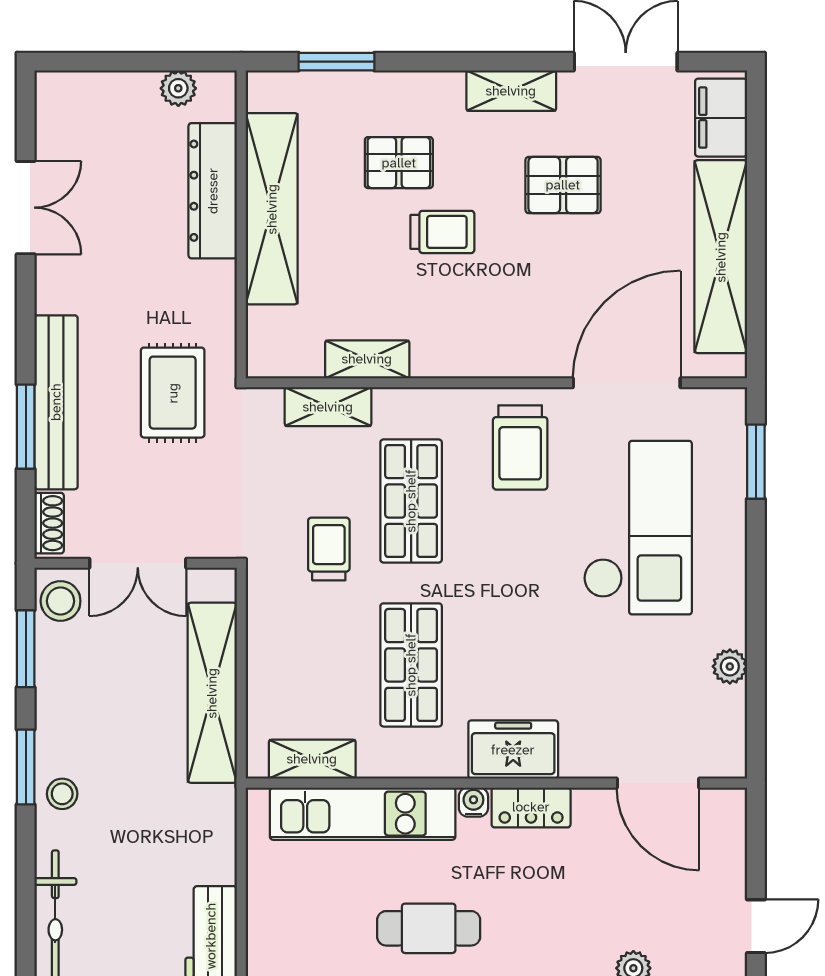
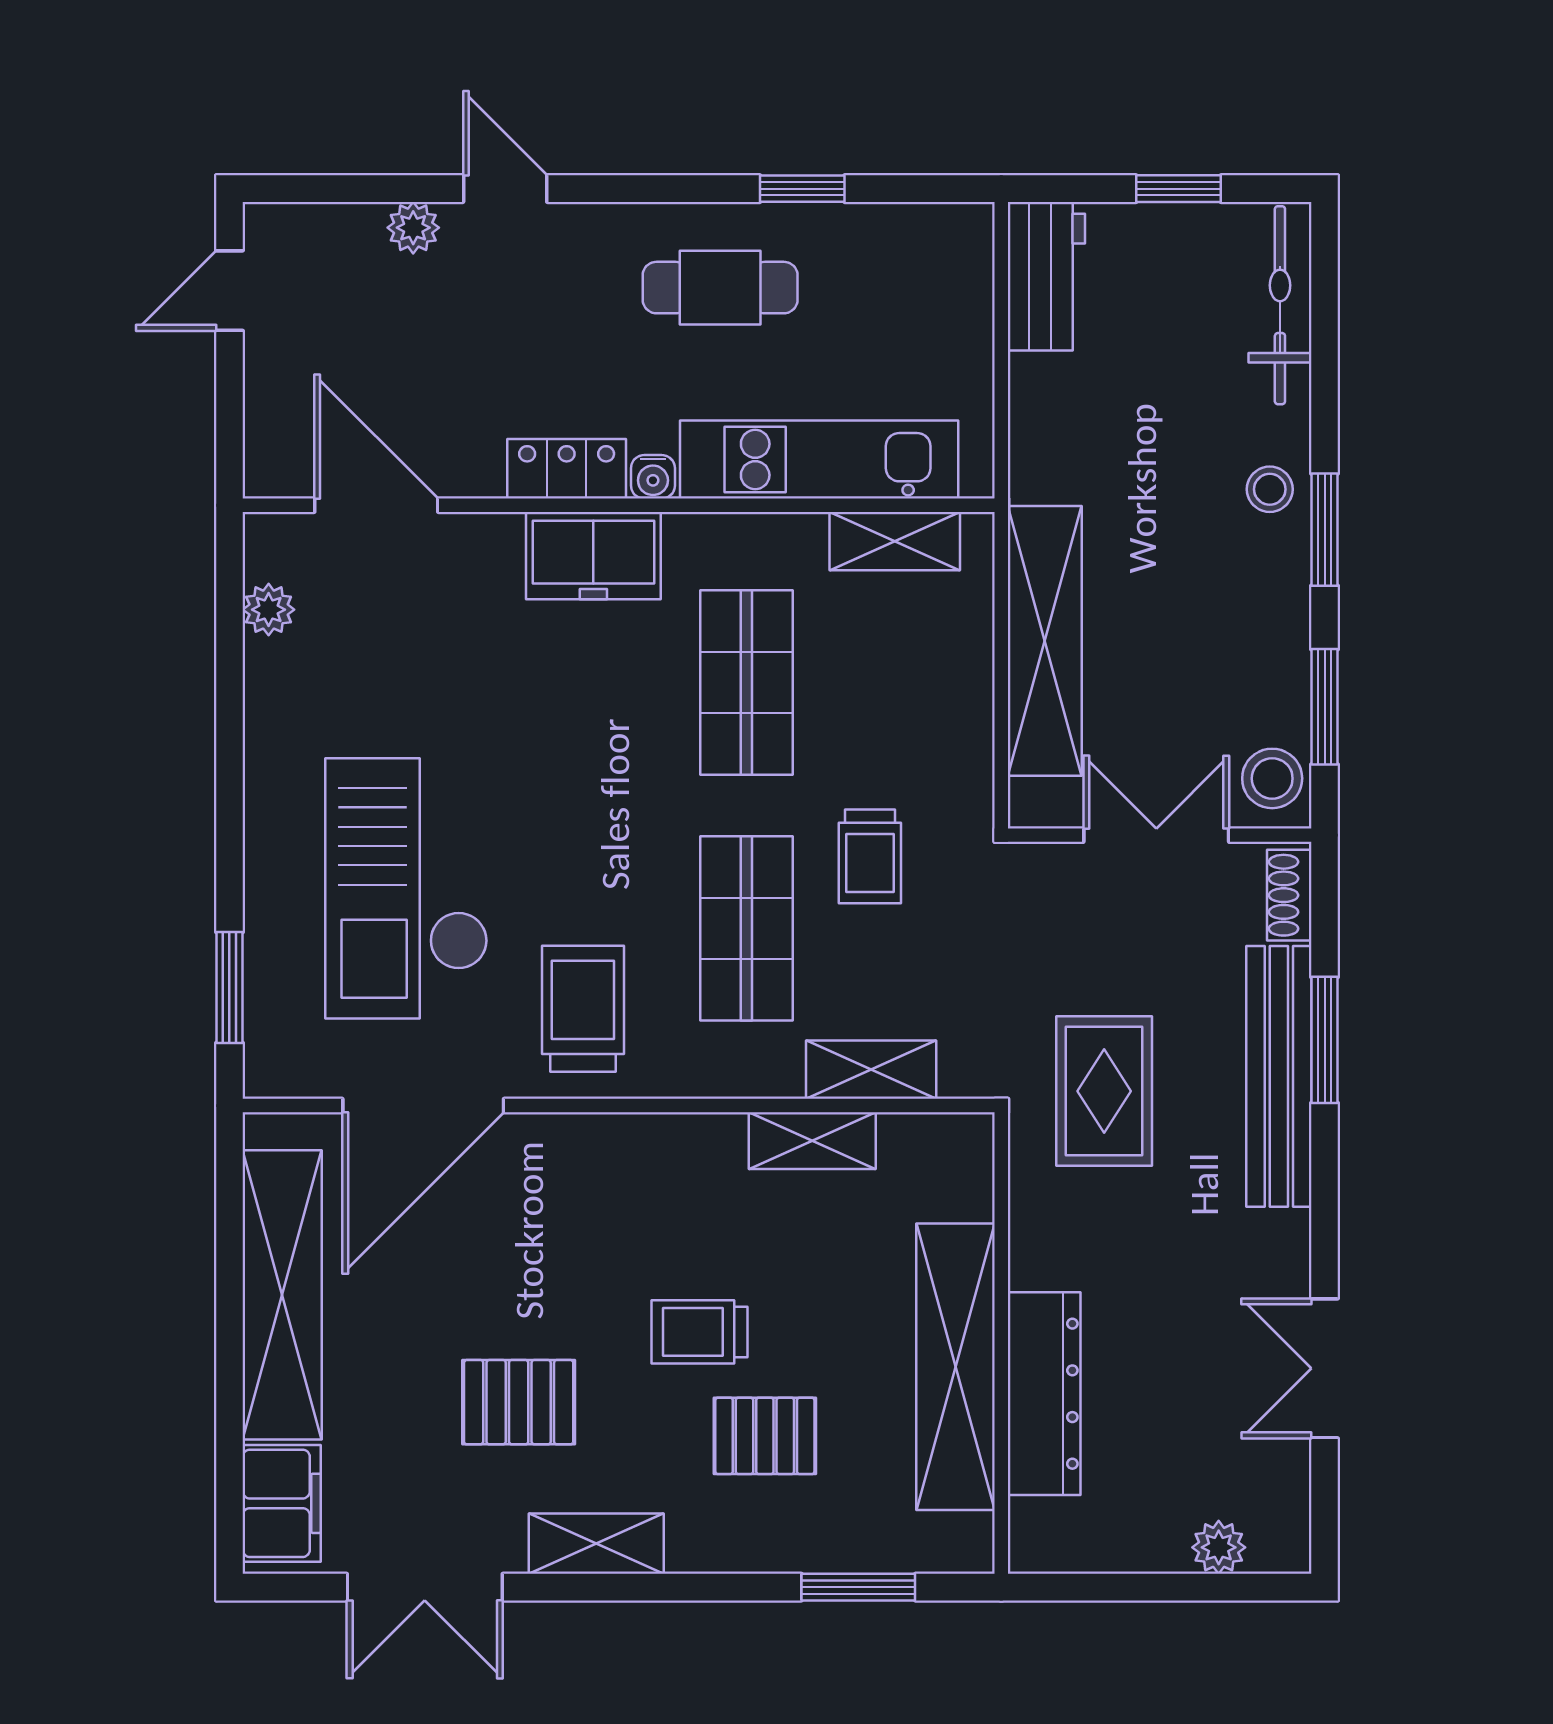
plant: (178, 88) -> (1219, 1547), moved
plant: (730, 666) -> (269, 610), moved

